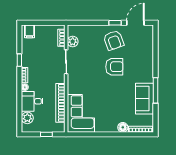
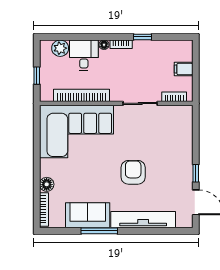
filing cabinet: (29, 31) -> (184, 69), moved
armchair: (114, 40) -> (171, 171), removed
plant: (73, 42) -> (169, 113), removed
tv unit: (148, 60) -> (143, 220), added
armchair: (114, 67) -> (133, 172), turned 180
corner sofa: (81, 113) -> (77, 131), width x1.36, depth x1.36

